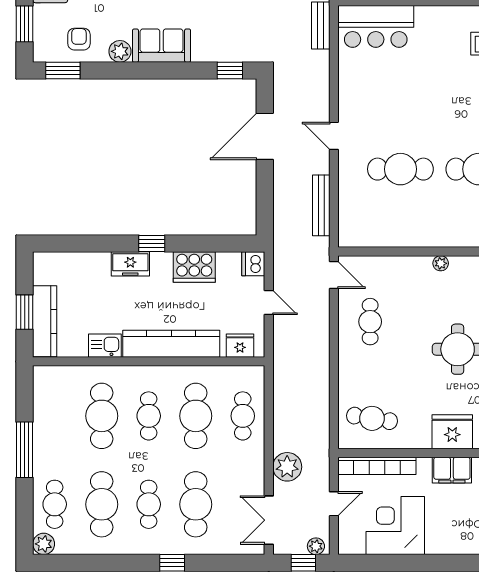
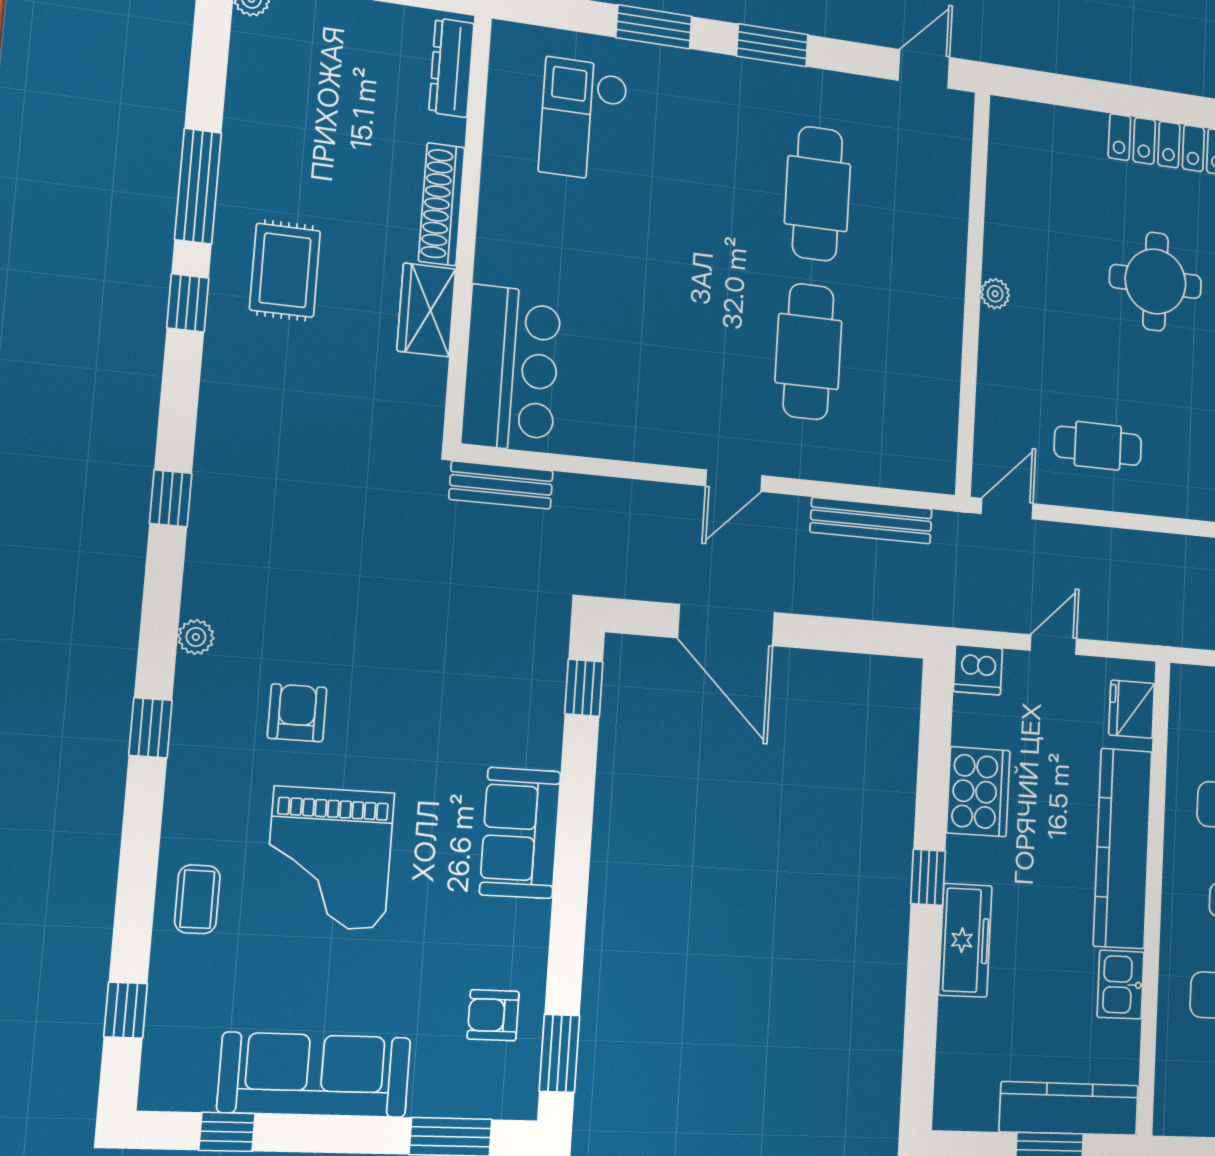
plant: (120, 51) -> (526, 925), removed
freezer: (130, 264) -> (965, 940), width x1.40

